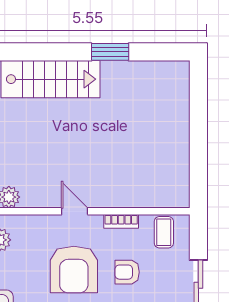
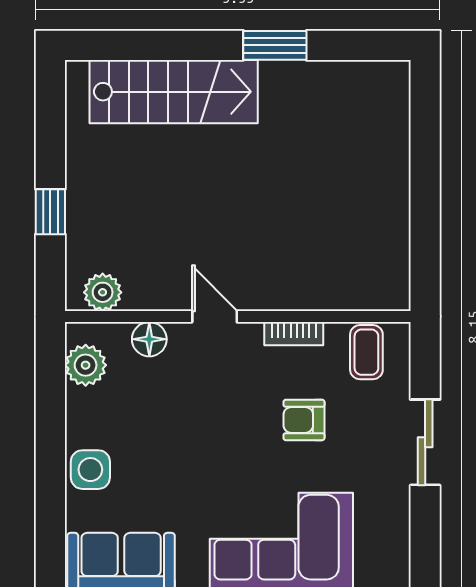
floor lamp: (36, 225) -> (149, 339), added
armchair: (74, 269) -> (213, 416), removed

